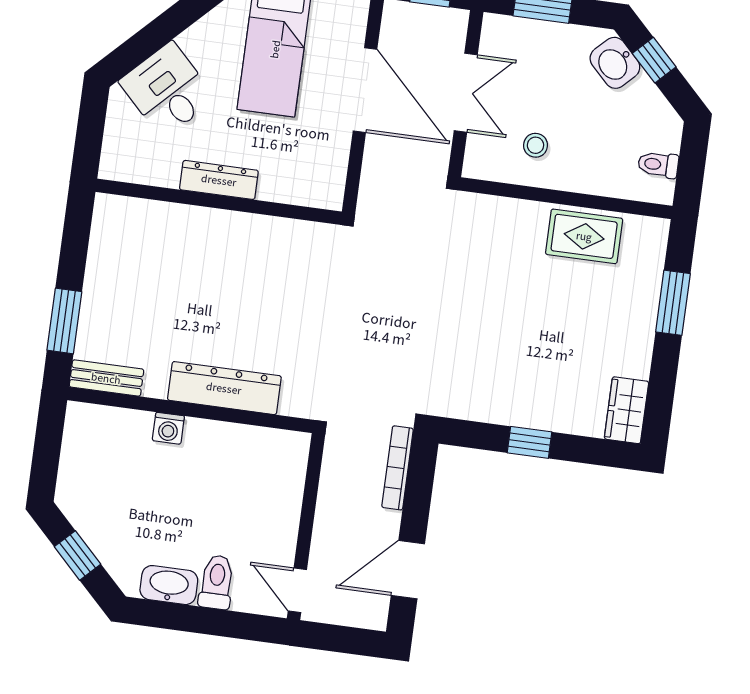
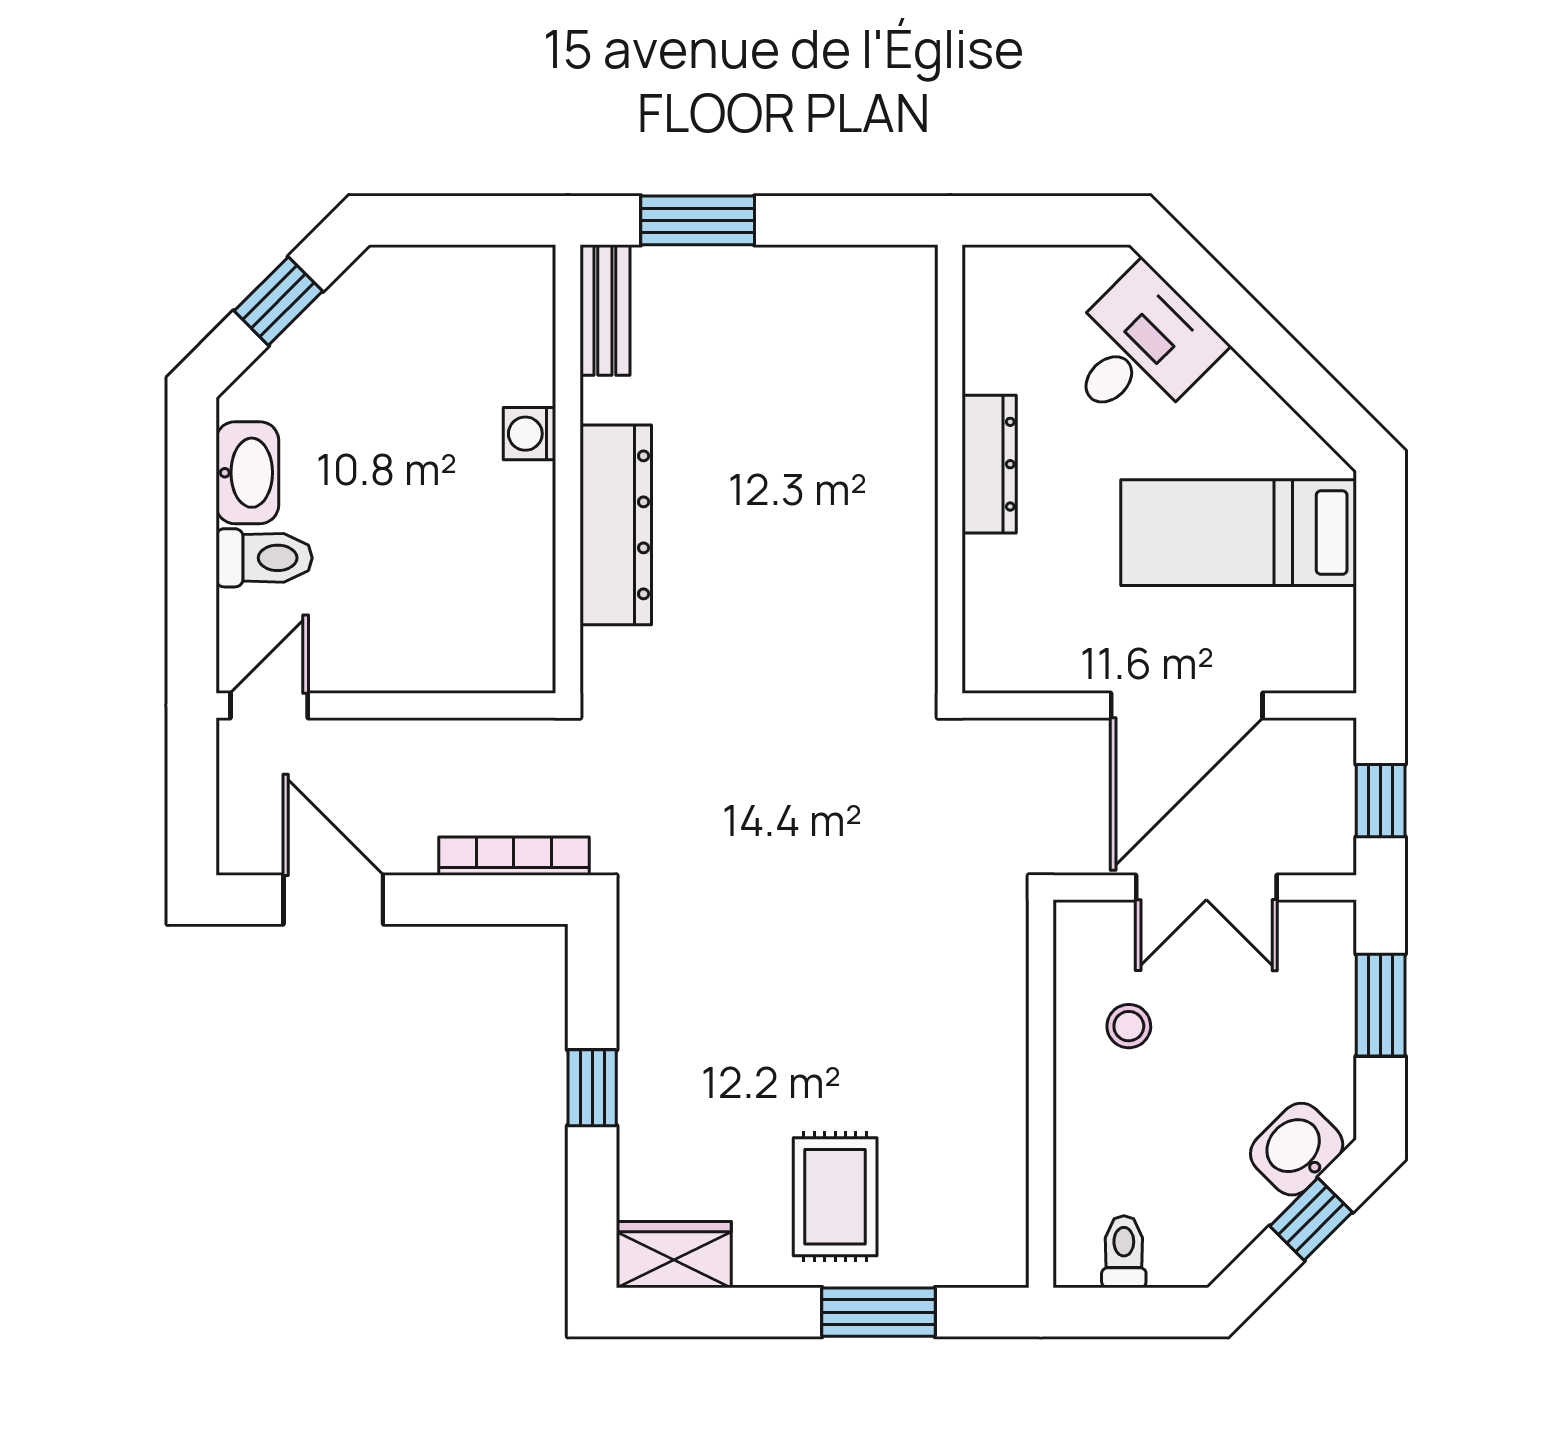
rug: (584, 236) -> (835, 1197), moved

